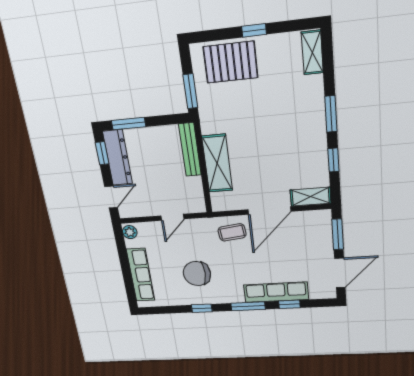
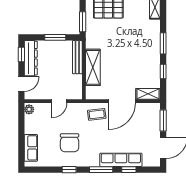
window: (129, 124) -> (55, 37), moved
chair: (197, 274) -> (70, 143), turned -90
row of seats: (141, 275) -> (31, 148), width x0.68

